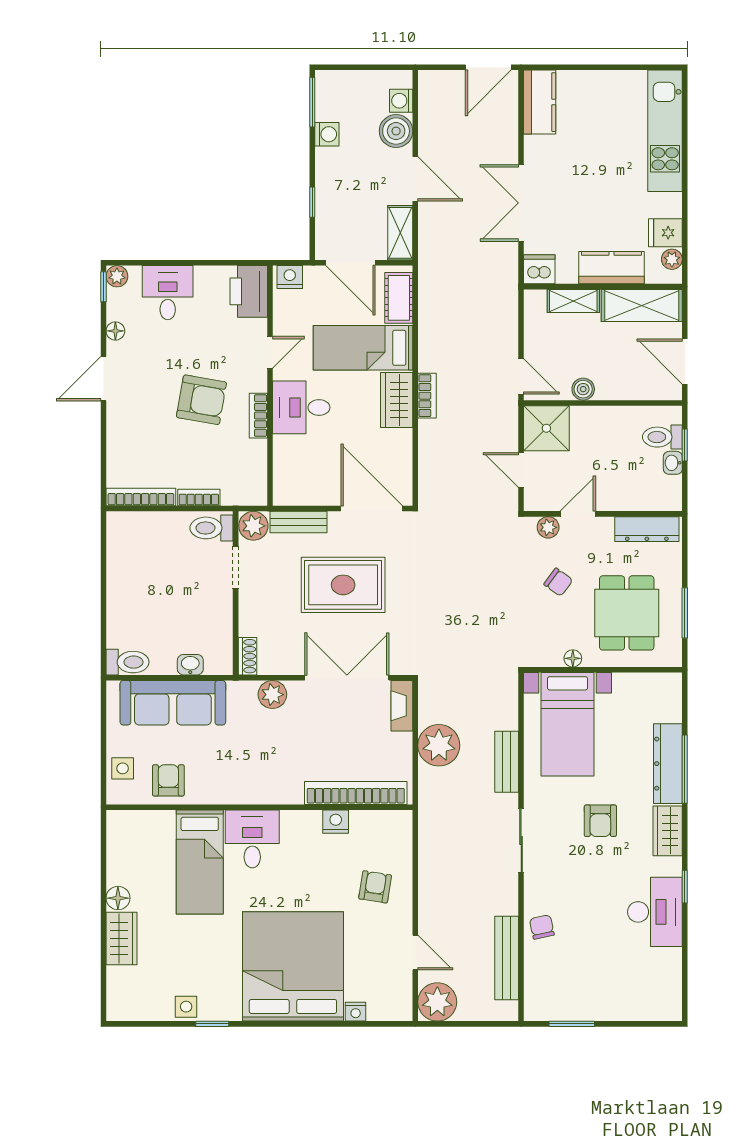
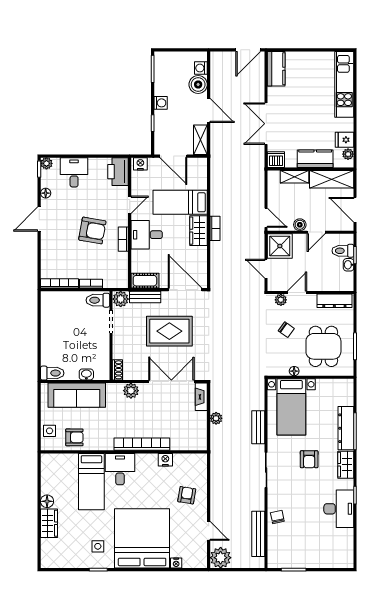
washing machine: (327, 134) -> (161, 103), moved
cot: (399, 298) -> (145, 281), moved, turned 90
door: (613, 403) -> (316, 232), added
plant: (439, 745) -> (216, 418), width x0.53, depth x0.53
armchair: (168, 780) -> (74, 437), turned 90
bookcase: (356, 793) -> (142, 444), moved
side table: (186, 1007) -> (98, 546), moved

